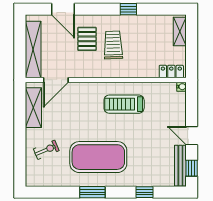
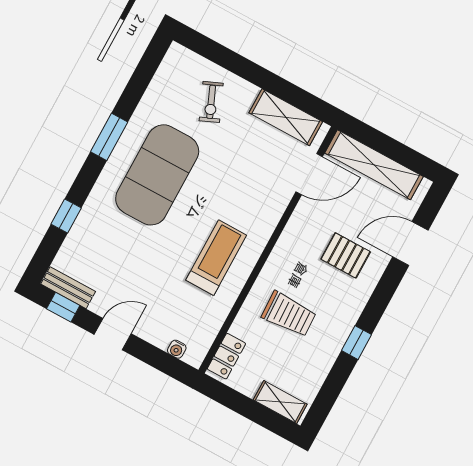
trolley: (113, 45) -> (289, 314), moved
door: (56, 80) -> (309, 174), swing flipped
water cooler: (182, 87) -> (177, 349), moved
bench: (180, 166) -> (68, 288), width x0.73

